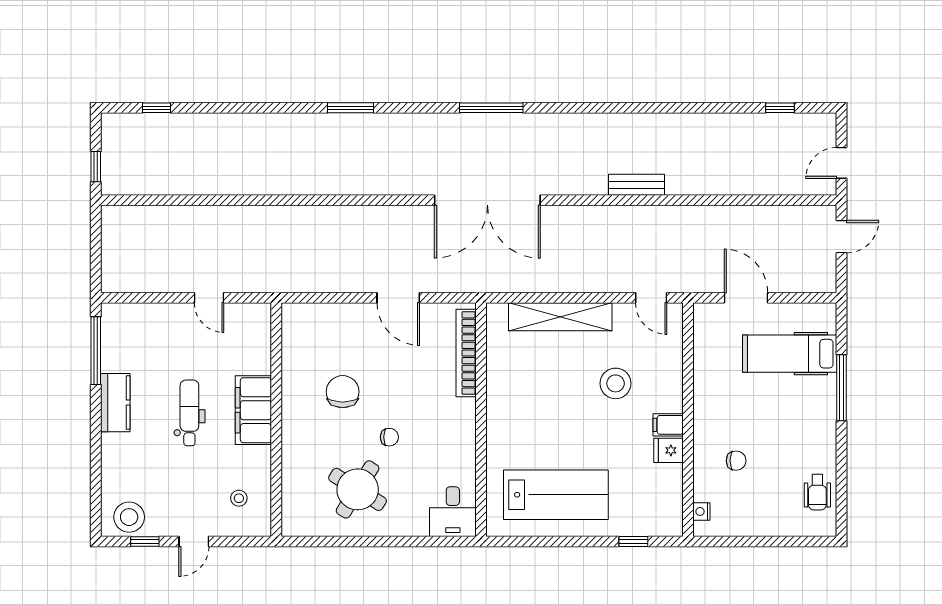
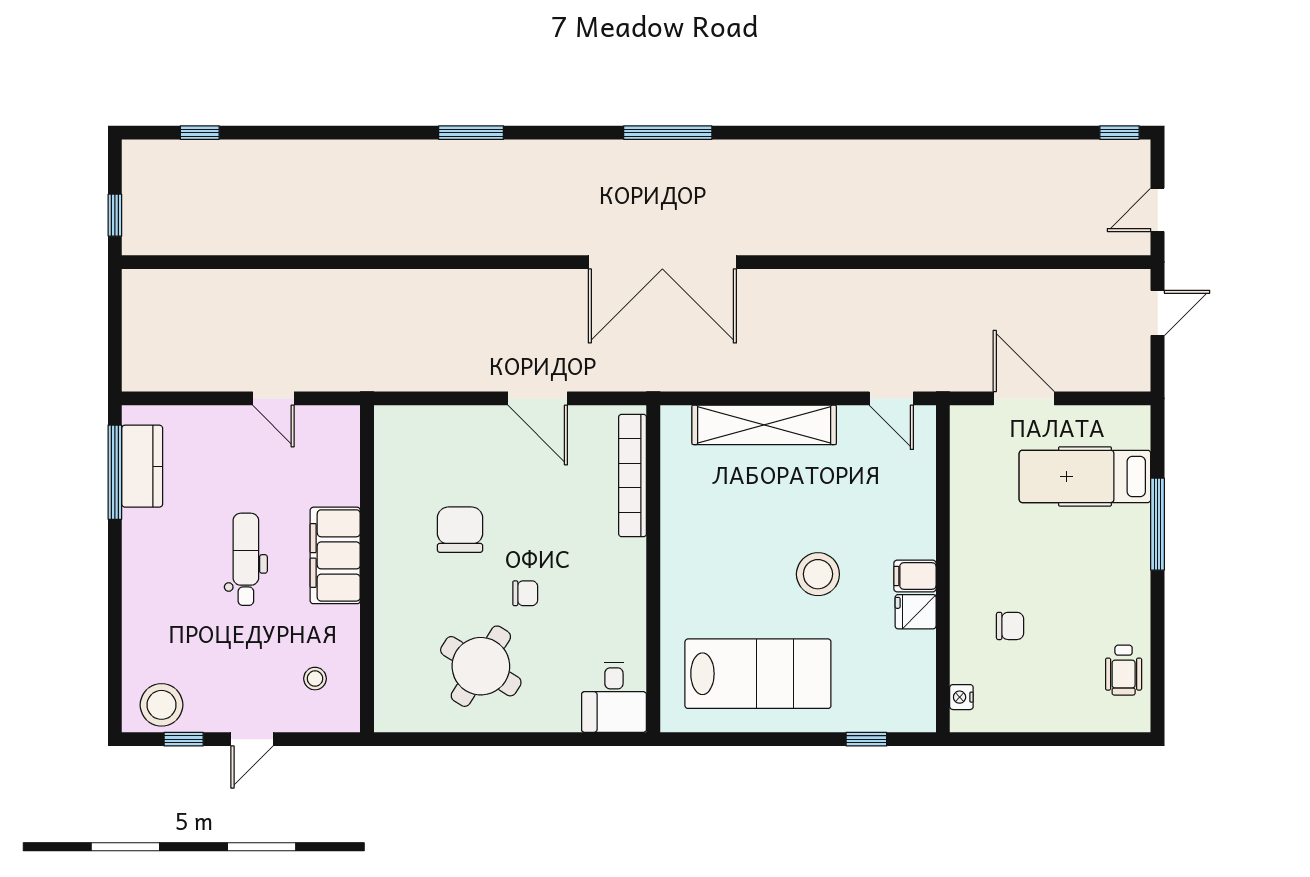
window: (780, 108) -> (1120, 133), moved
bench: (637, 185) -> (871, 240), removed
stool: (616, 383) -> (818, 574), moved
kitchen counter: (115, 403) -> (142, 466), moved

